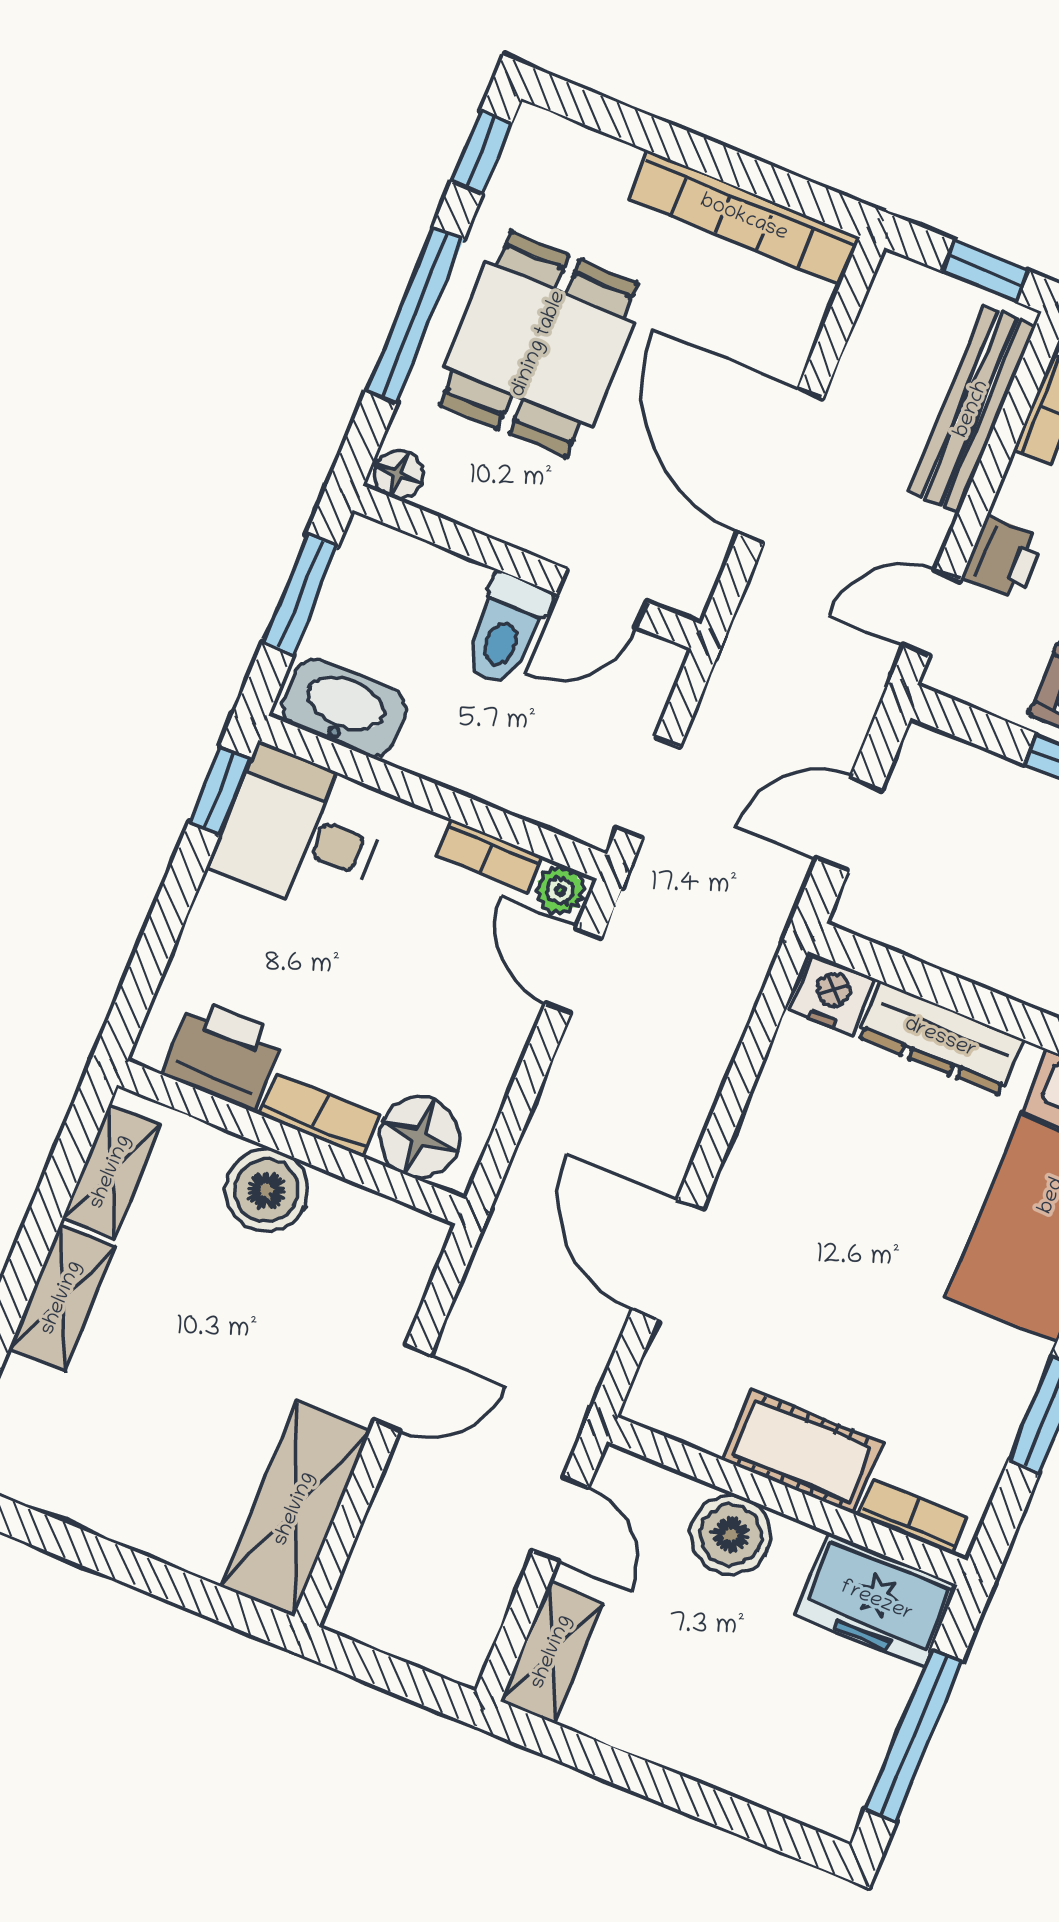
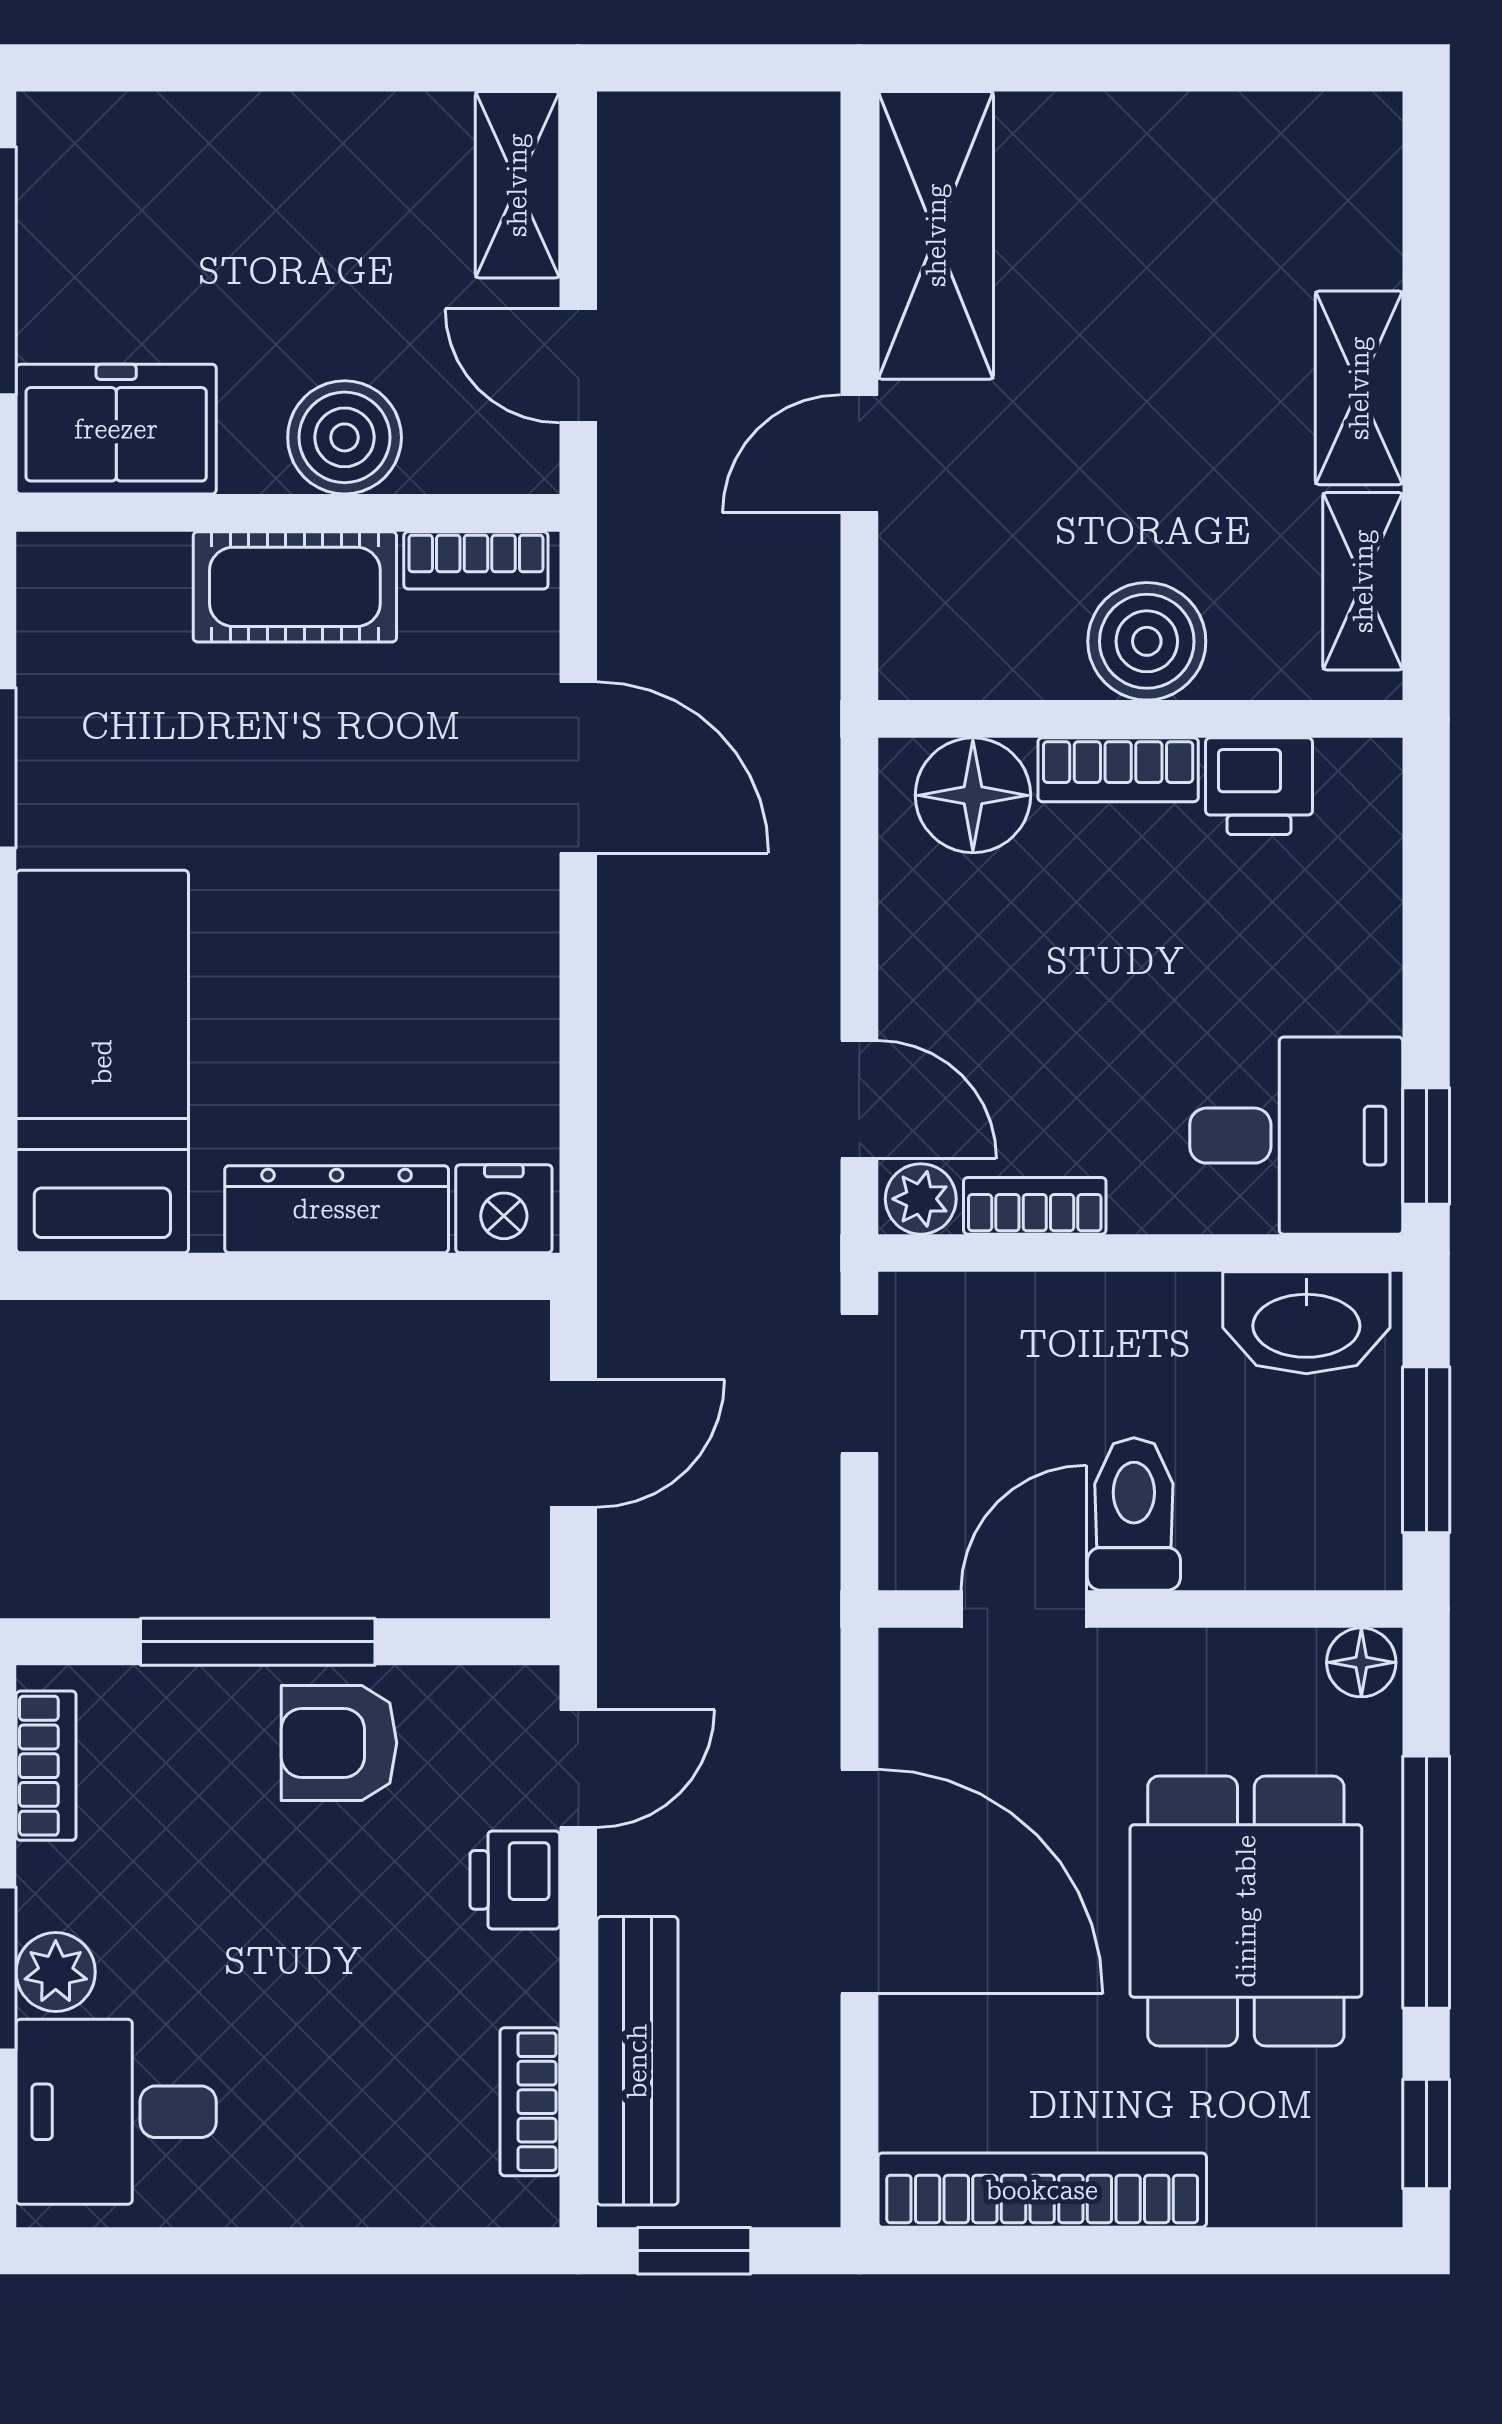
printer: (223, 1055) -> (1259, 786), width x0.73, depth x0.81
bookcase: (912, 1516) -> (476, 560), moved

